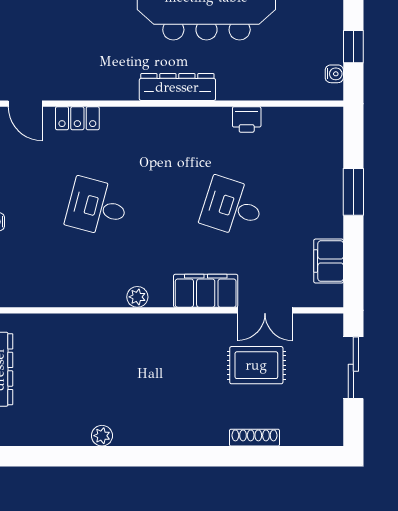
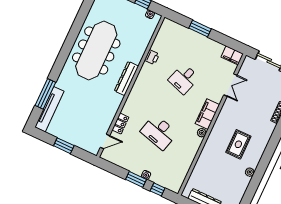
desk: (97, 207) -> (159, 132), width x1.37
filing cabinet: (329, 261) -> (232, 55), moved
filing cabinet: (206, 291) -> (207, 114), moved
rug: (256, 365) -> (238, 144), moved

